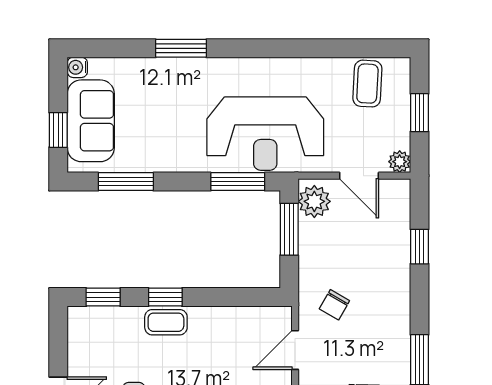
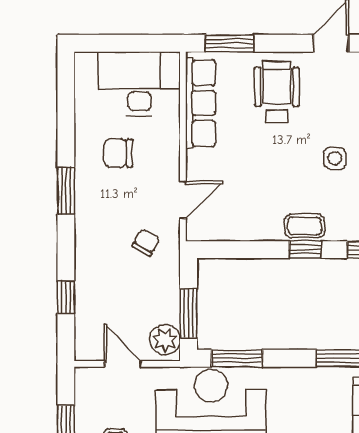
plant: (400, 162) -> (85, 377), removed

